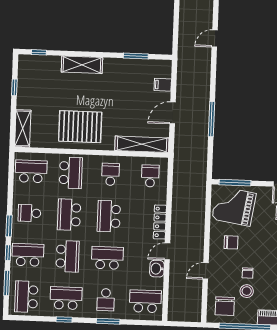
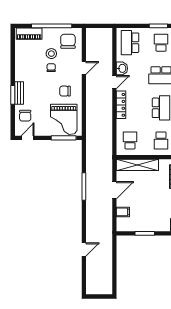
school desk: (150, 176) -> (130, 140), turned 180
grand piano: (234, 206) -> (64, 119), turned 81
school desk: (145, 301) -> (130, 43), turned 90

